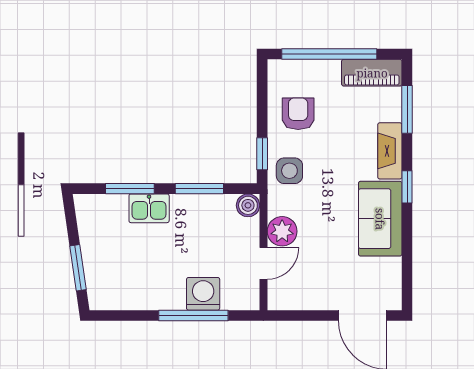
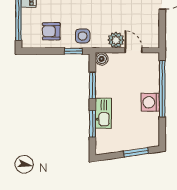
kitchen sink: (149, 208) -> (103, 113), width x1.38
washing machine: (203, 294) -> (150, 102), moved
window: (193, 315) -> (162, 89), width x1.46

